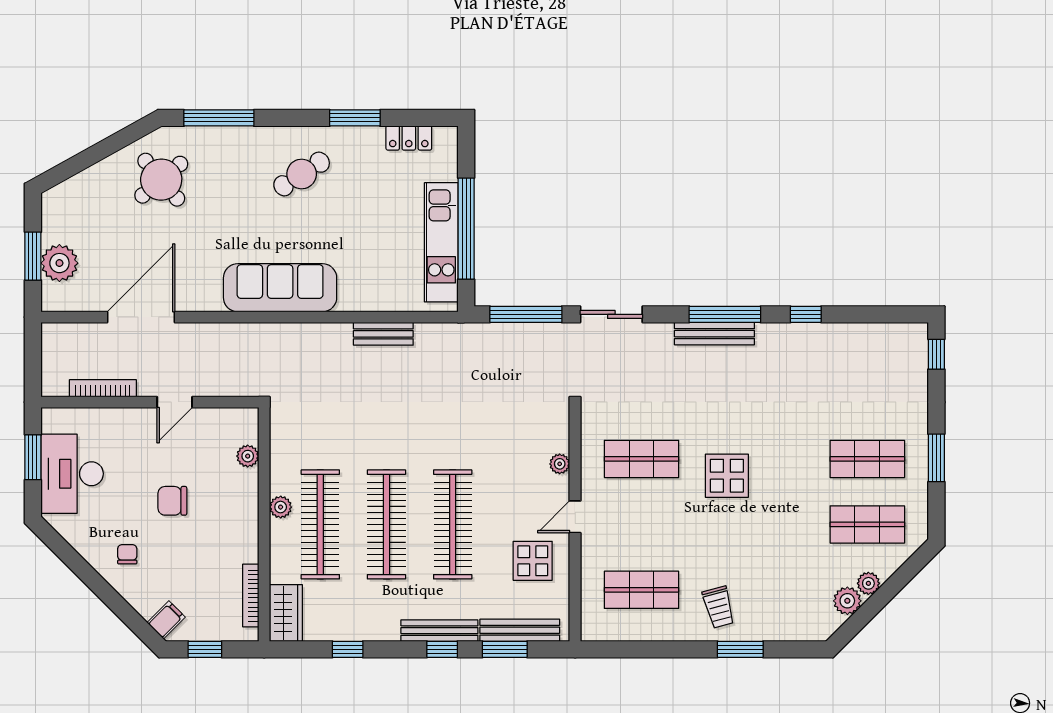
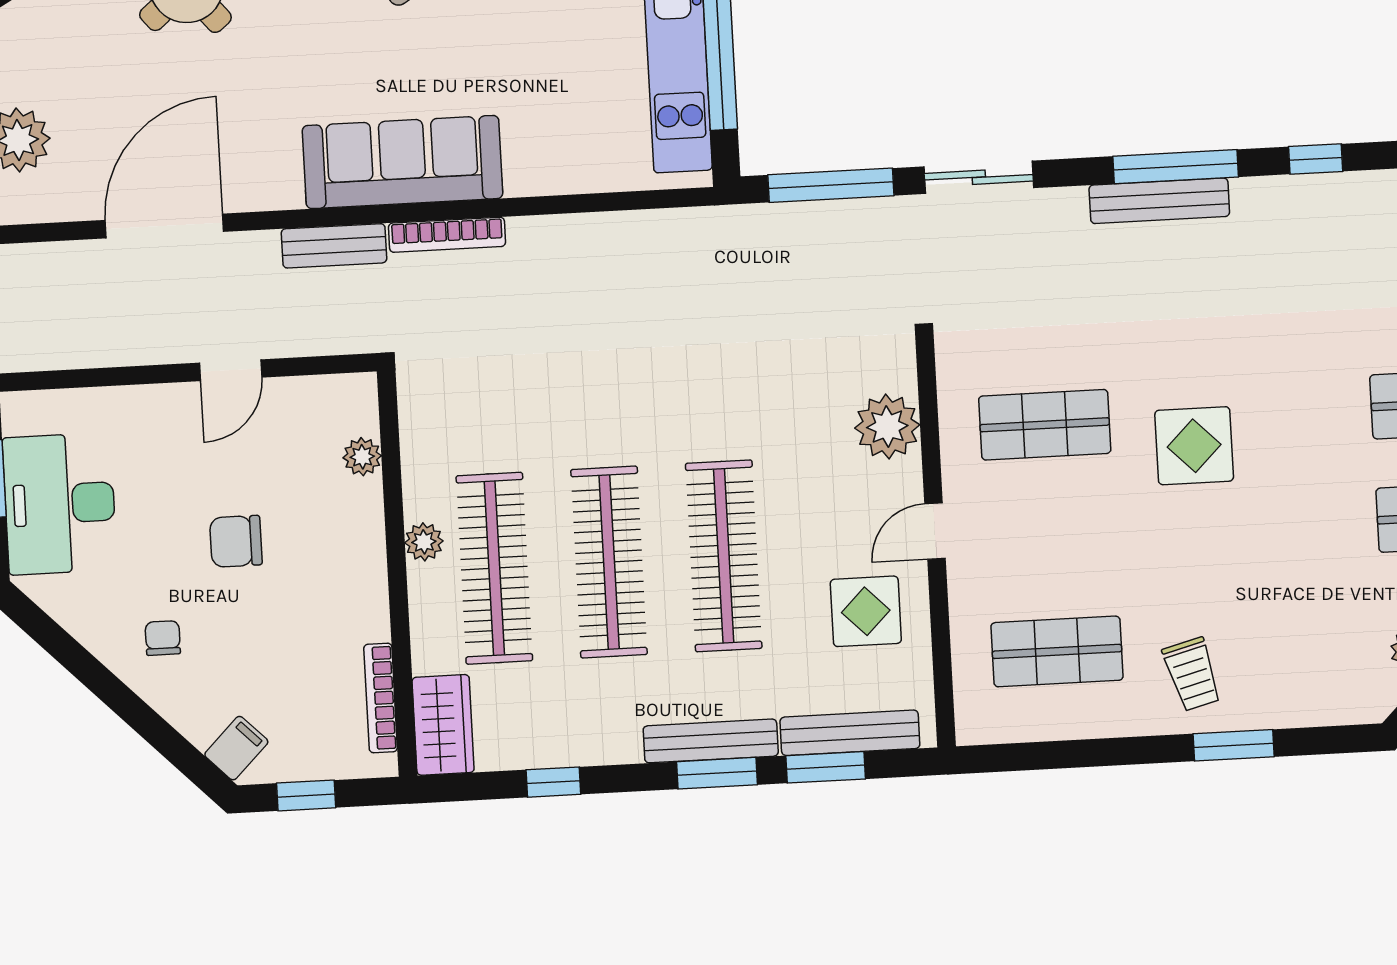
bench: (383, 334) -> (334, 246), moved
bookcase: (103, 388) -> (447, 235), moved, turned 180
plant: (560, 464) -> (887, 426), width x1.88, depth x1.88
window: (442, 649) -> (717, 773), width x1.50

